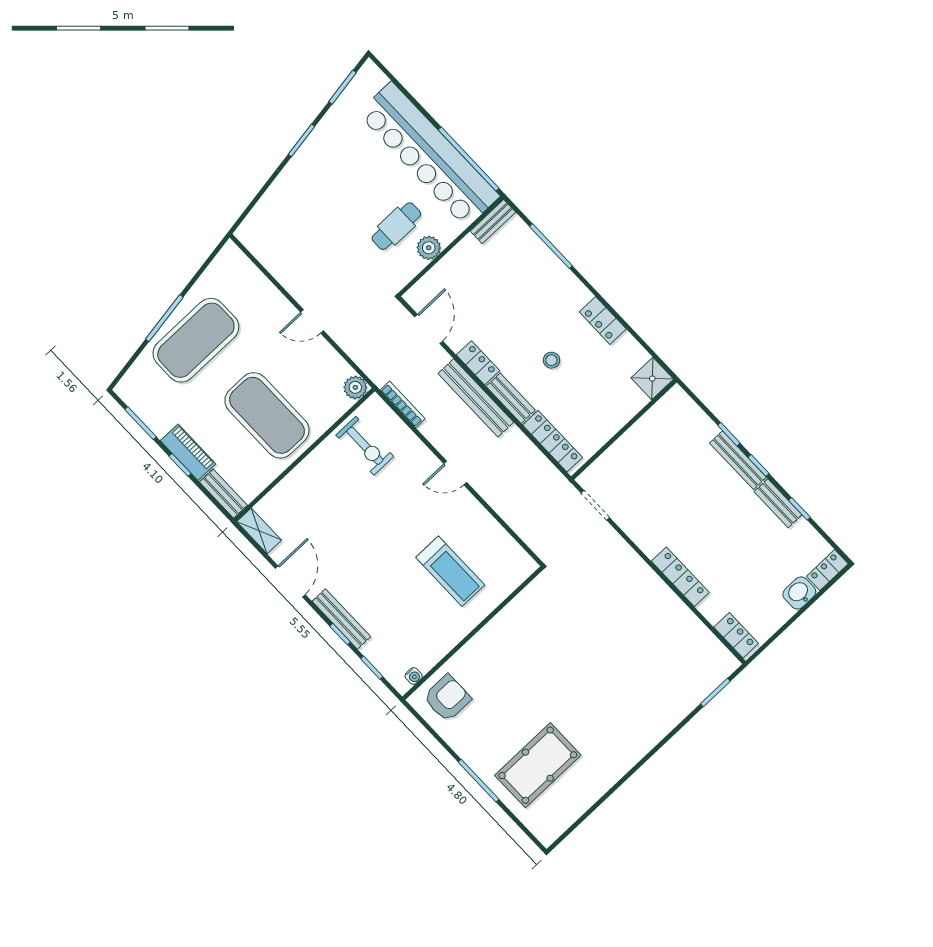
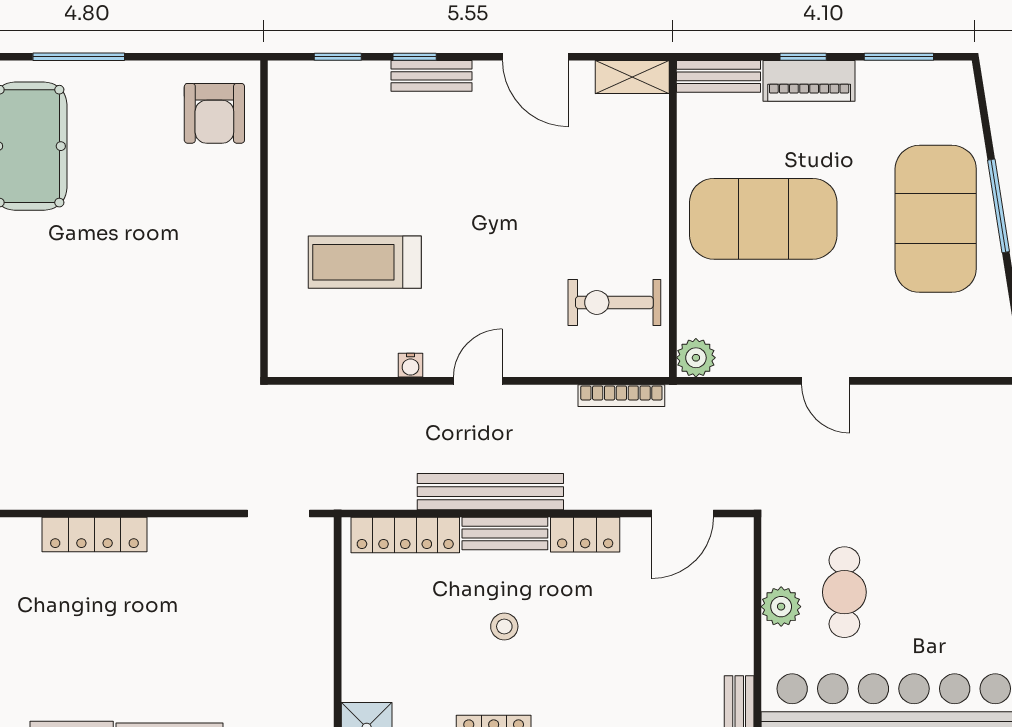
door: (312, 321) -> (826, 381), swing flipped
door: (429, 329) -> (683, 513), hinge flipped
bench: (476, 398) -> (490, 492), moved
bench: (341, 619) -> (431, 76), width x0.73
water cooler: (414, 676) -> (410, 365), moved, turned -90

